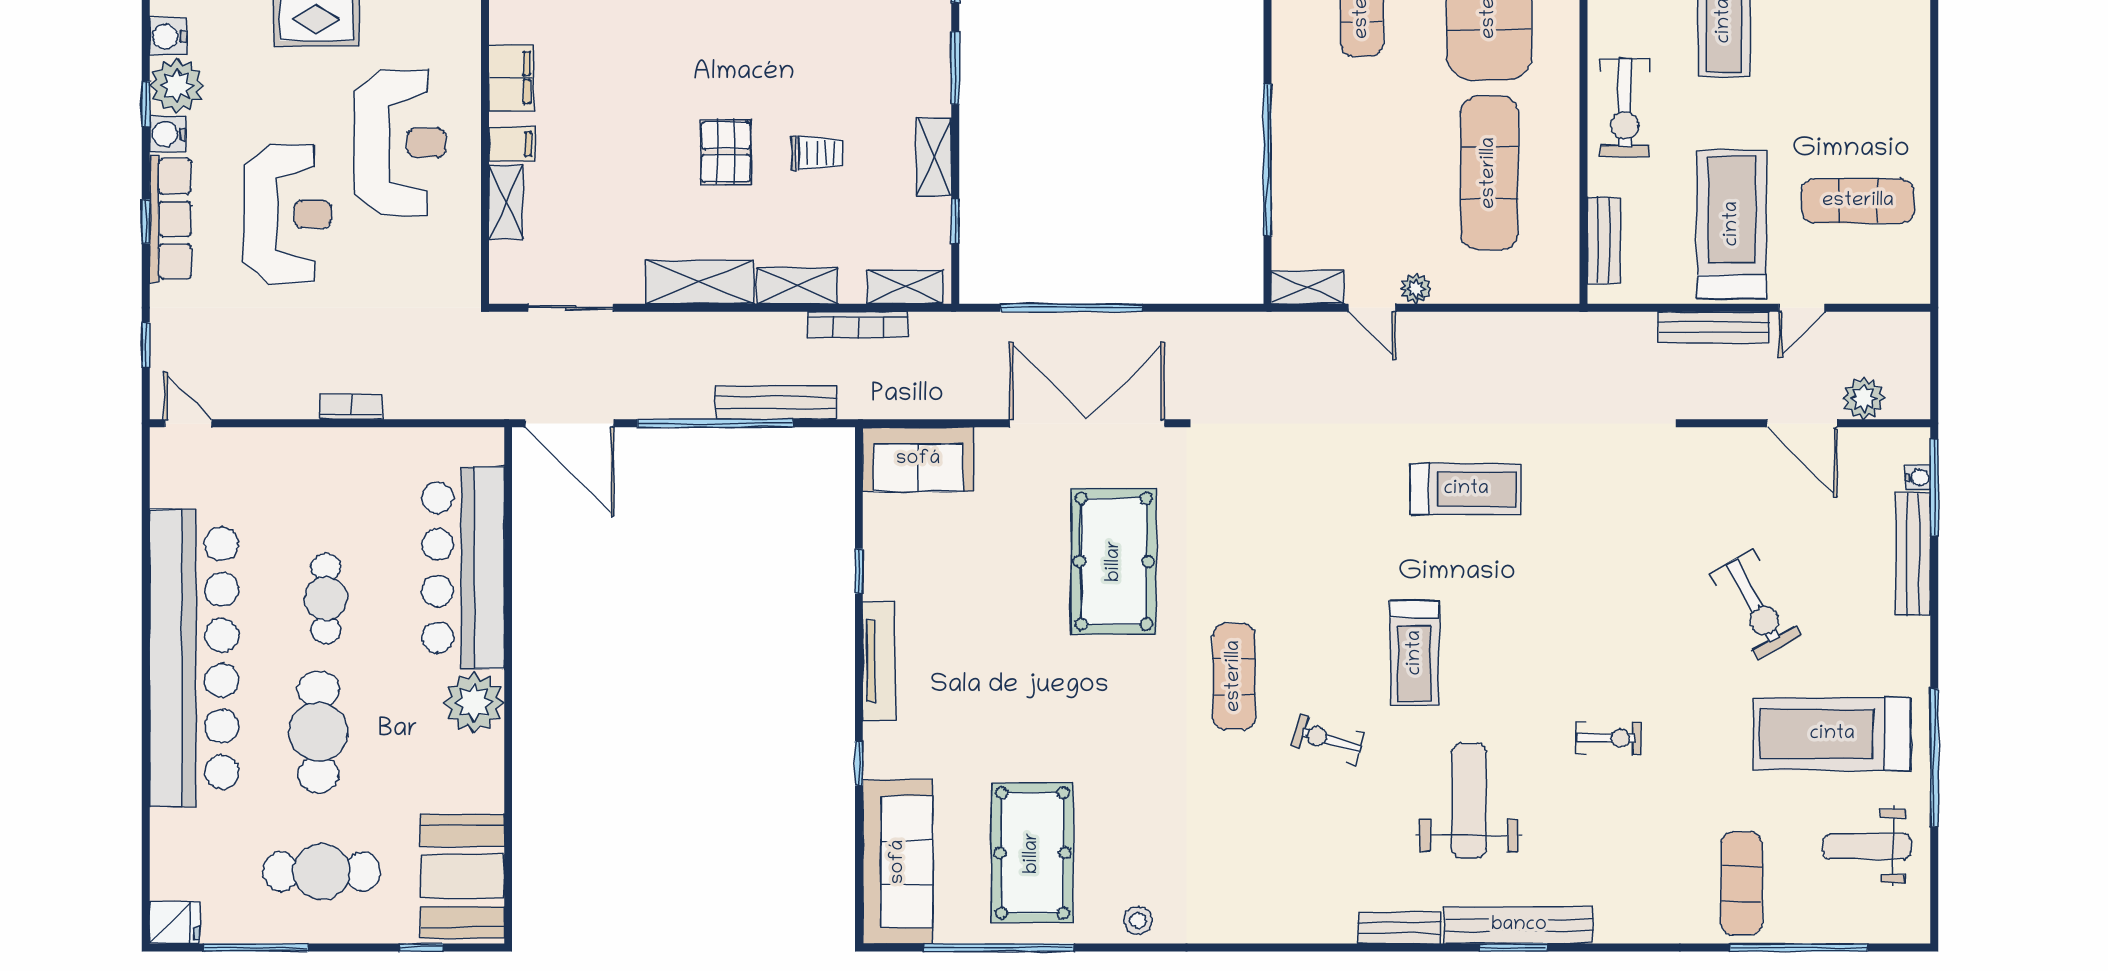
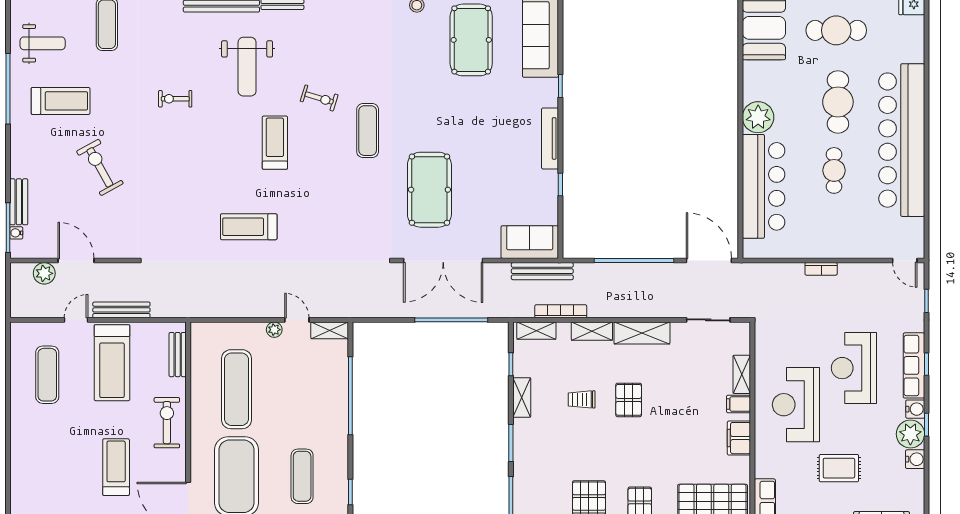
exercise mat: (1858, 201) -> (47, 375), turned 90
bench: (776, 403) -> (542, 271), moved
bench: (1913, 554) -> (19, 202), width x0.73
treadmill: (1832, 734) -> (61, 101), width x0.73, depth x0.73

